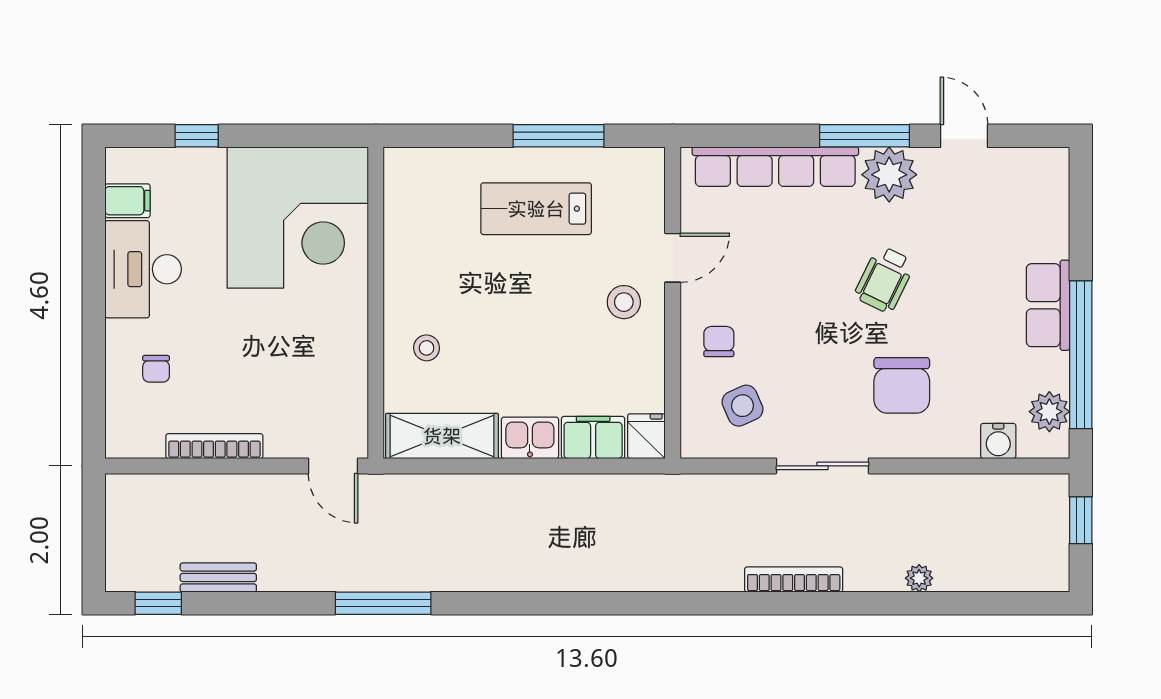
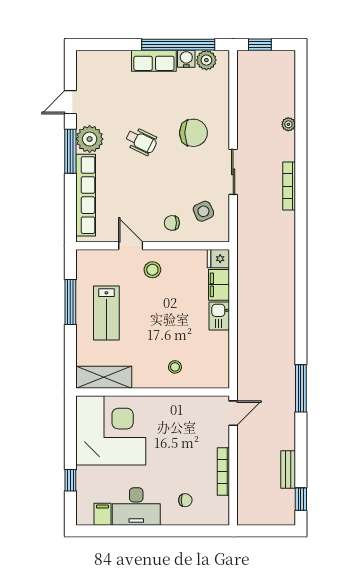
shelving: (442, 436) -> (104, 377), moved, turned 90
water cooler: (998, 441) -> (186, 59), moved, turned -90

